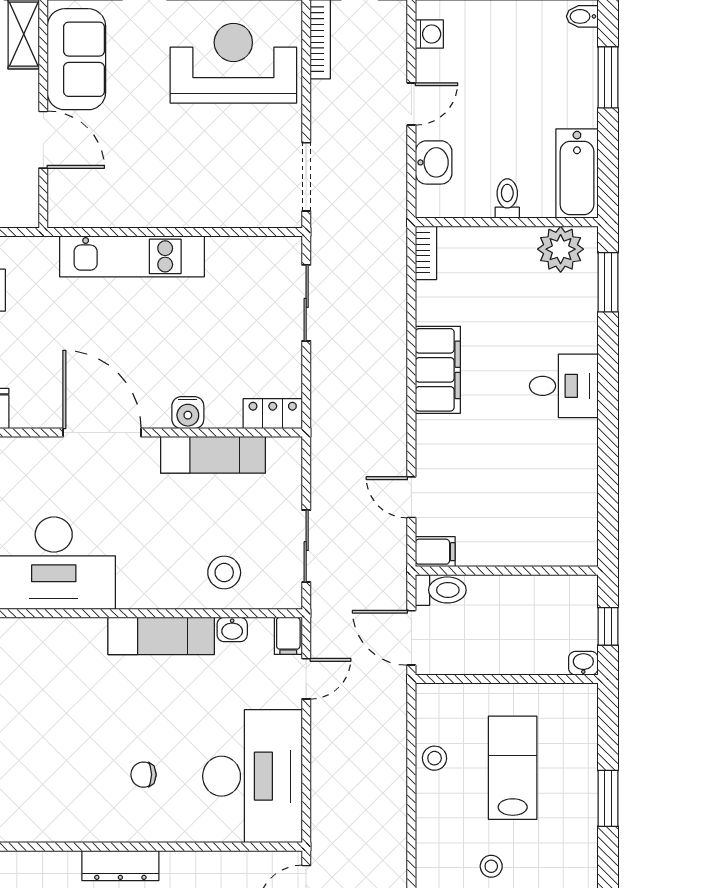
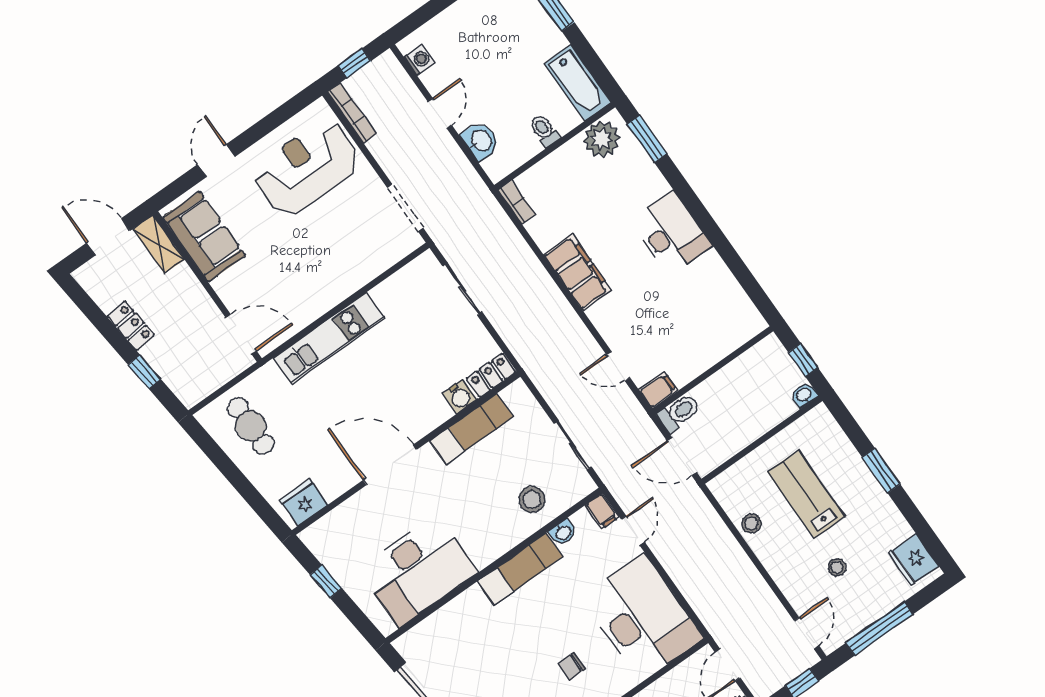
door: (43, 140) -> (241, 334), moved
desk: (564, 386) -> (671, 233), width x1.37
water cooler: (188, 413) -> (460, 396), moved

